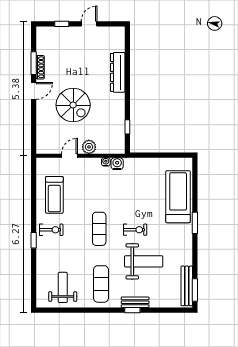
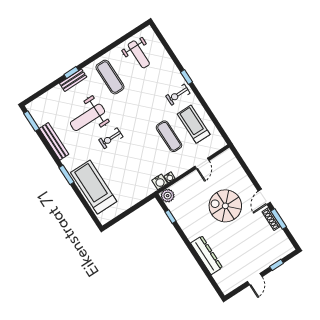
plant: (89, 147) -> (168, 196), moved
treadmill: (178, 197) -> (94, 187), turned 180
exercise mat: (99, 229) -> (169, 136), moved
bench: (187, 286) -> (54, 141), moved

